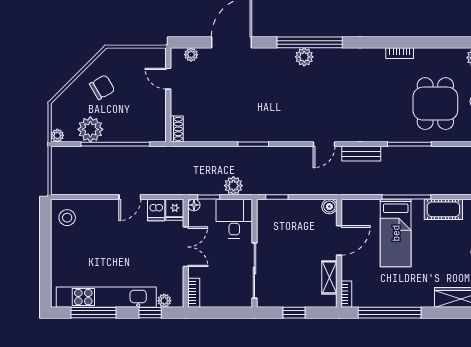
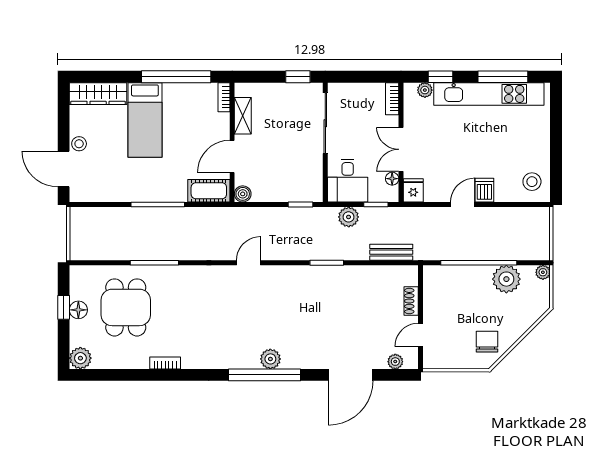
door: (168, 79) -> (420, 335), swing flipped
chair: (102, 87) -> (487, 342), moved, turned 120
shoe rack: (177, 129) -> (411, 301), moved
bench: (361, 154) -> (391, 252), moved
floor lamp: (194, 205) -> (392, 179), moved
cot: (443, 209) -> (209, 191), moved
dishwasher: (156, 210) -> (484, 190), moved
bed: (396, 233) -> (145, 120), moved, turned 180
window: (294, 313) -> (298, 77), moved

